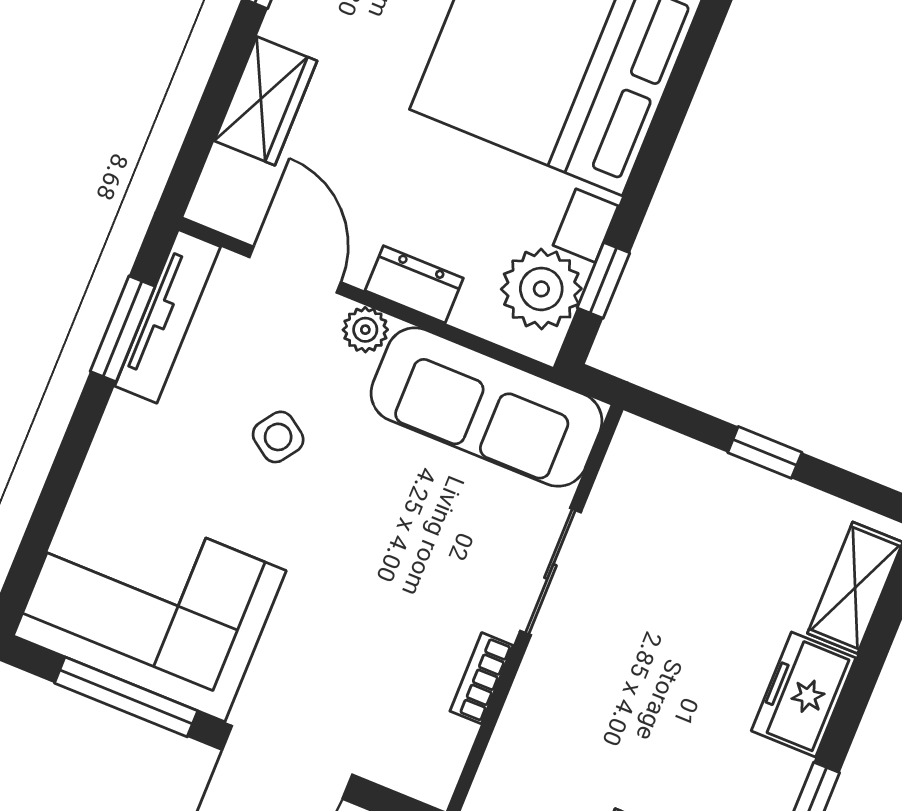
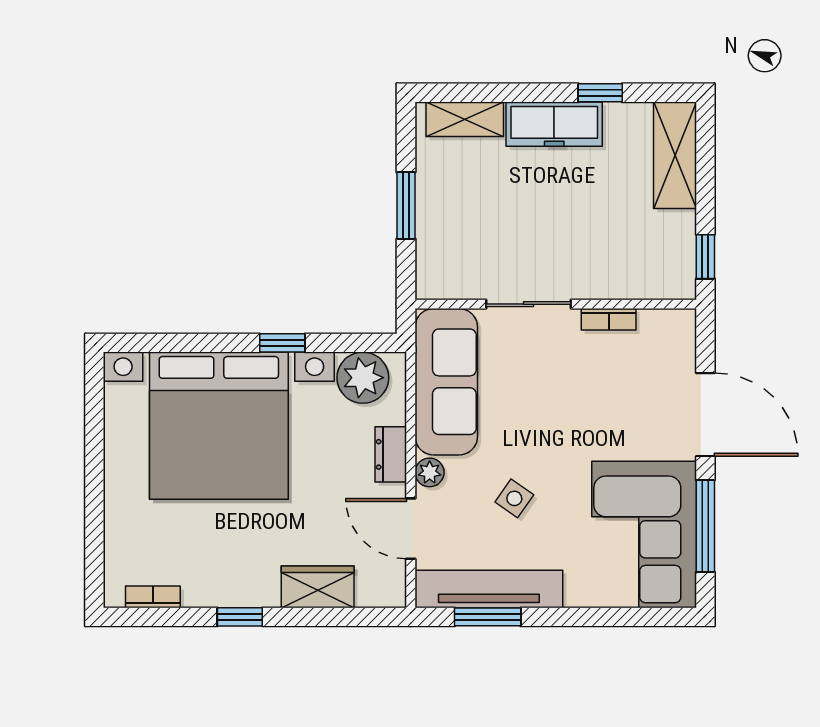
door: (295, 270) -> (411, 529), hinge flipped
window: (603, 280) -> (282, 343), moved
tv unit: (168, 316) -> (489, 589), width x1.36, depth x1.29
window: (765, 452) -> (406, 205), width x1.50
freezer: (804, 694) -> (554, 124), width x1.40

